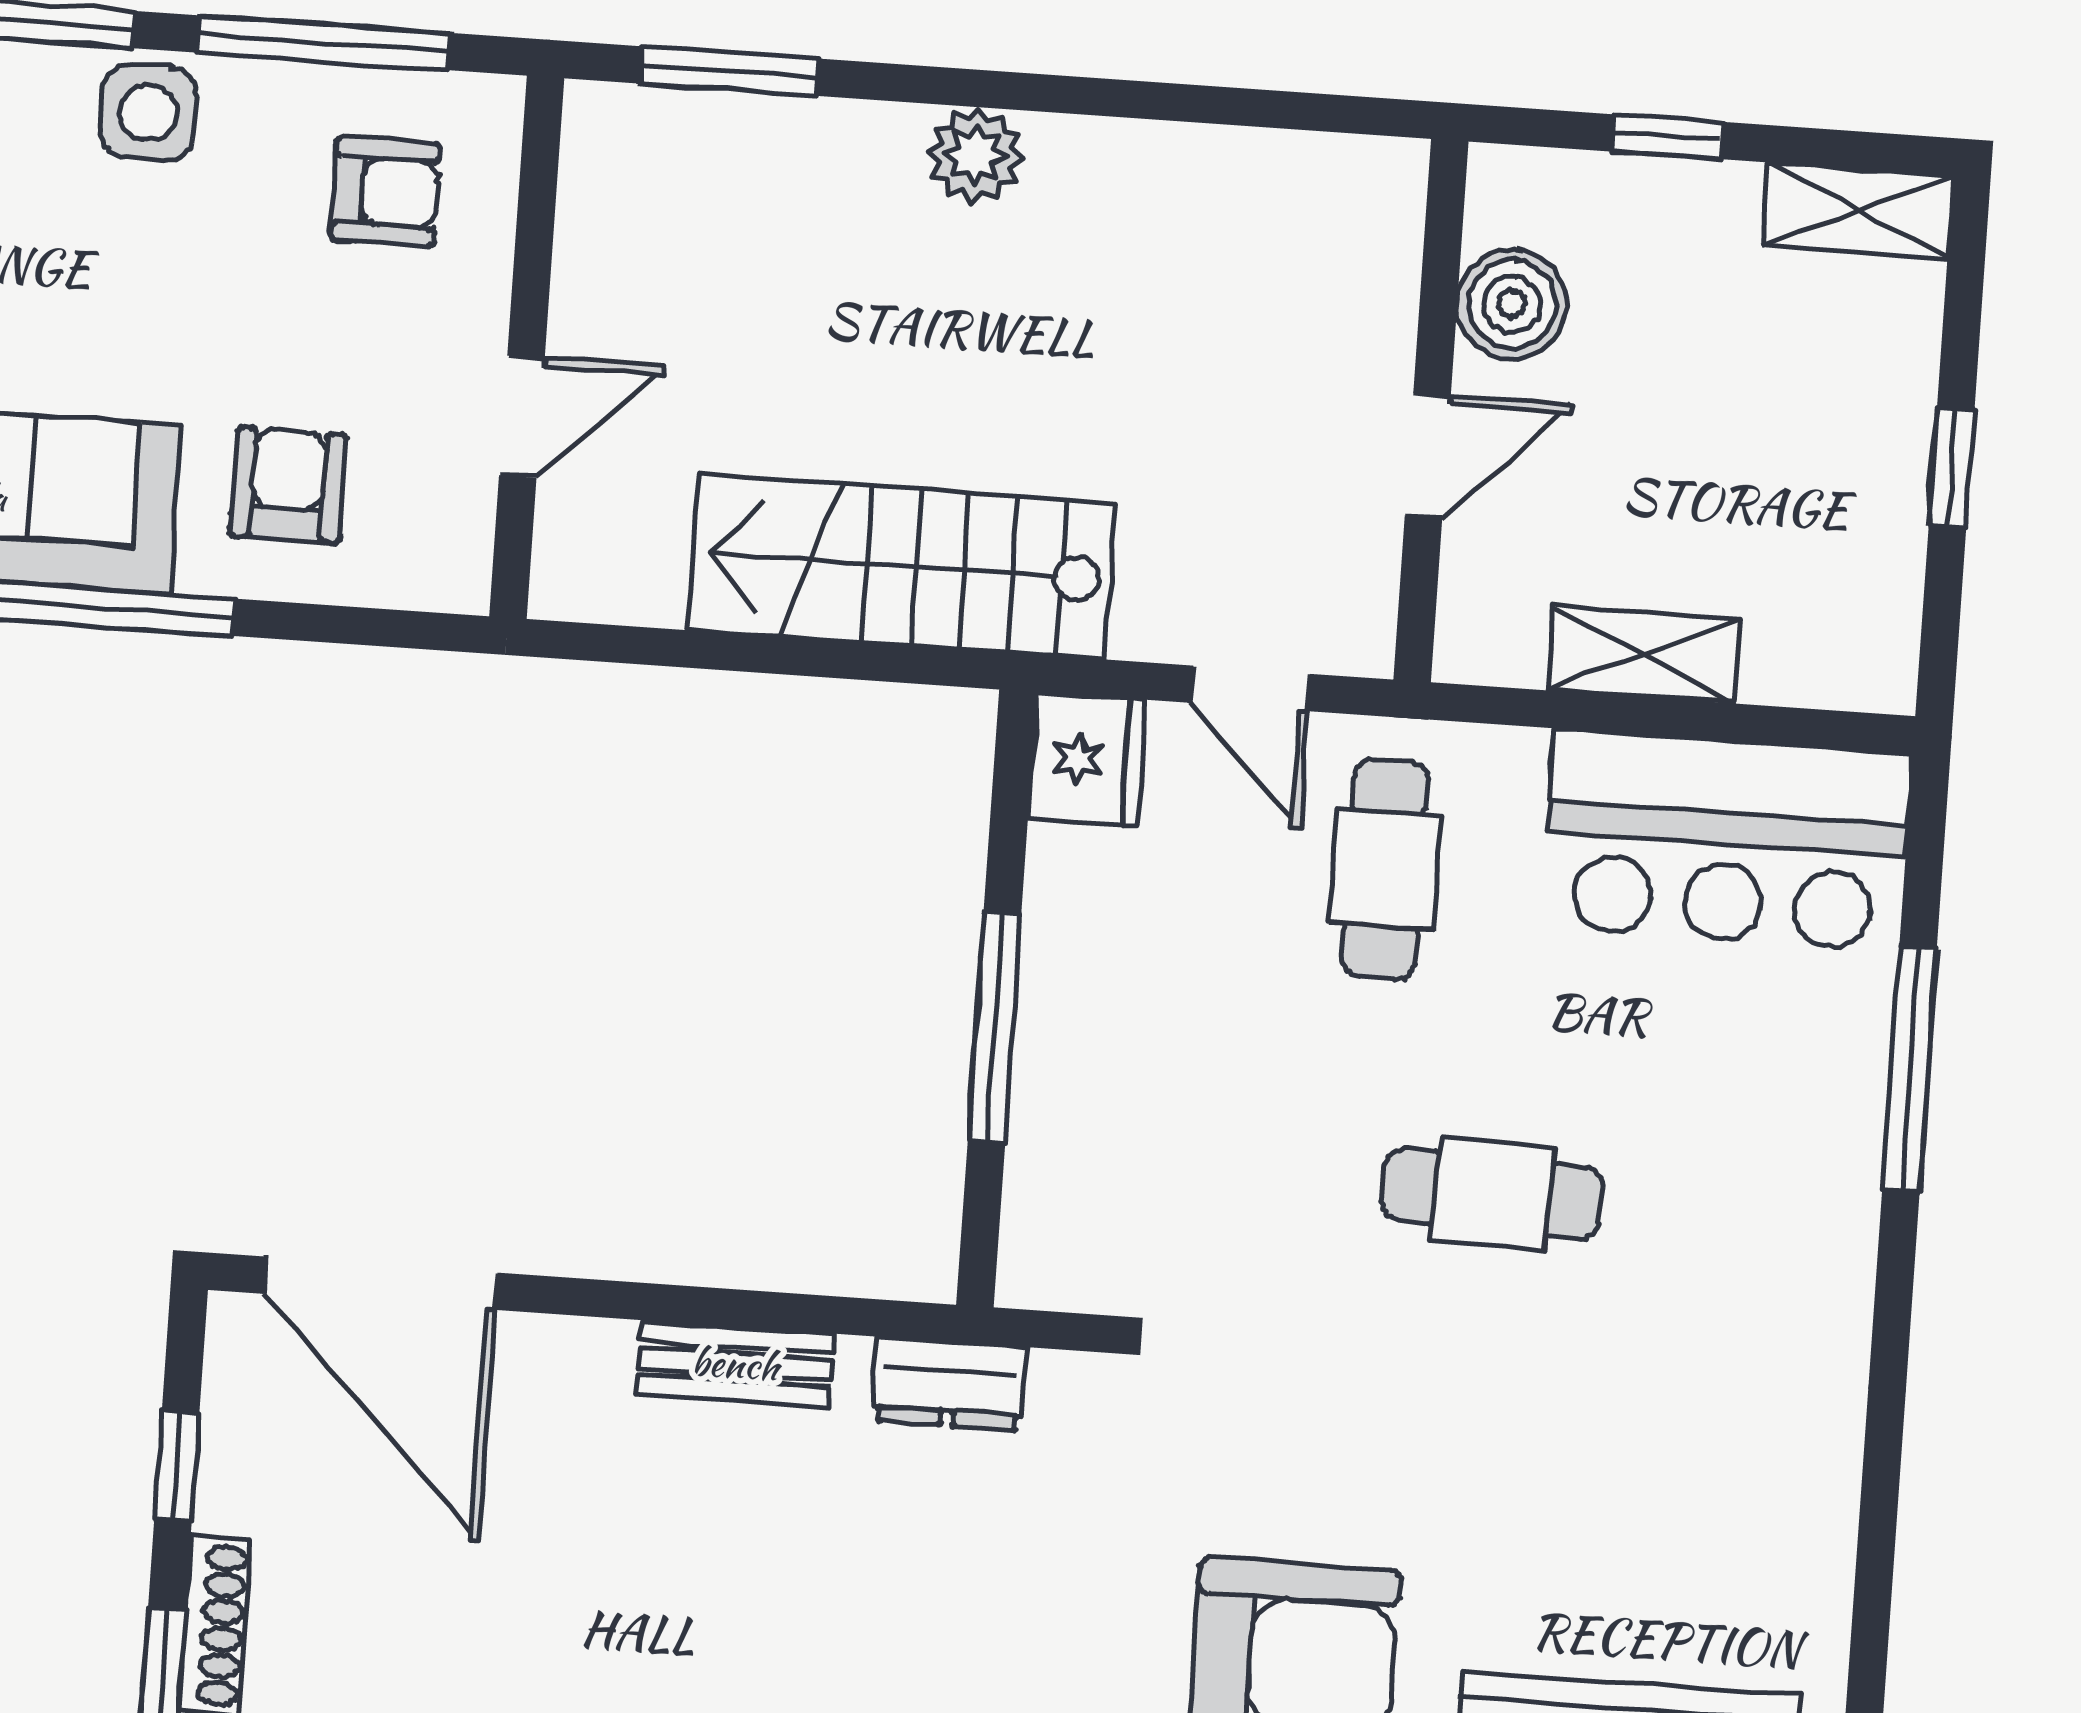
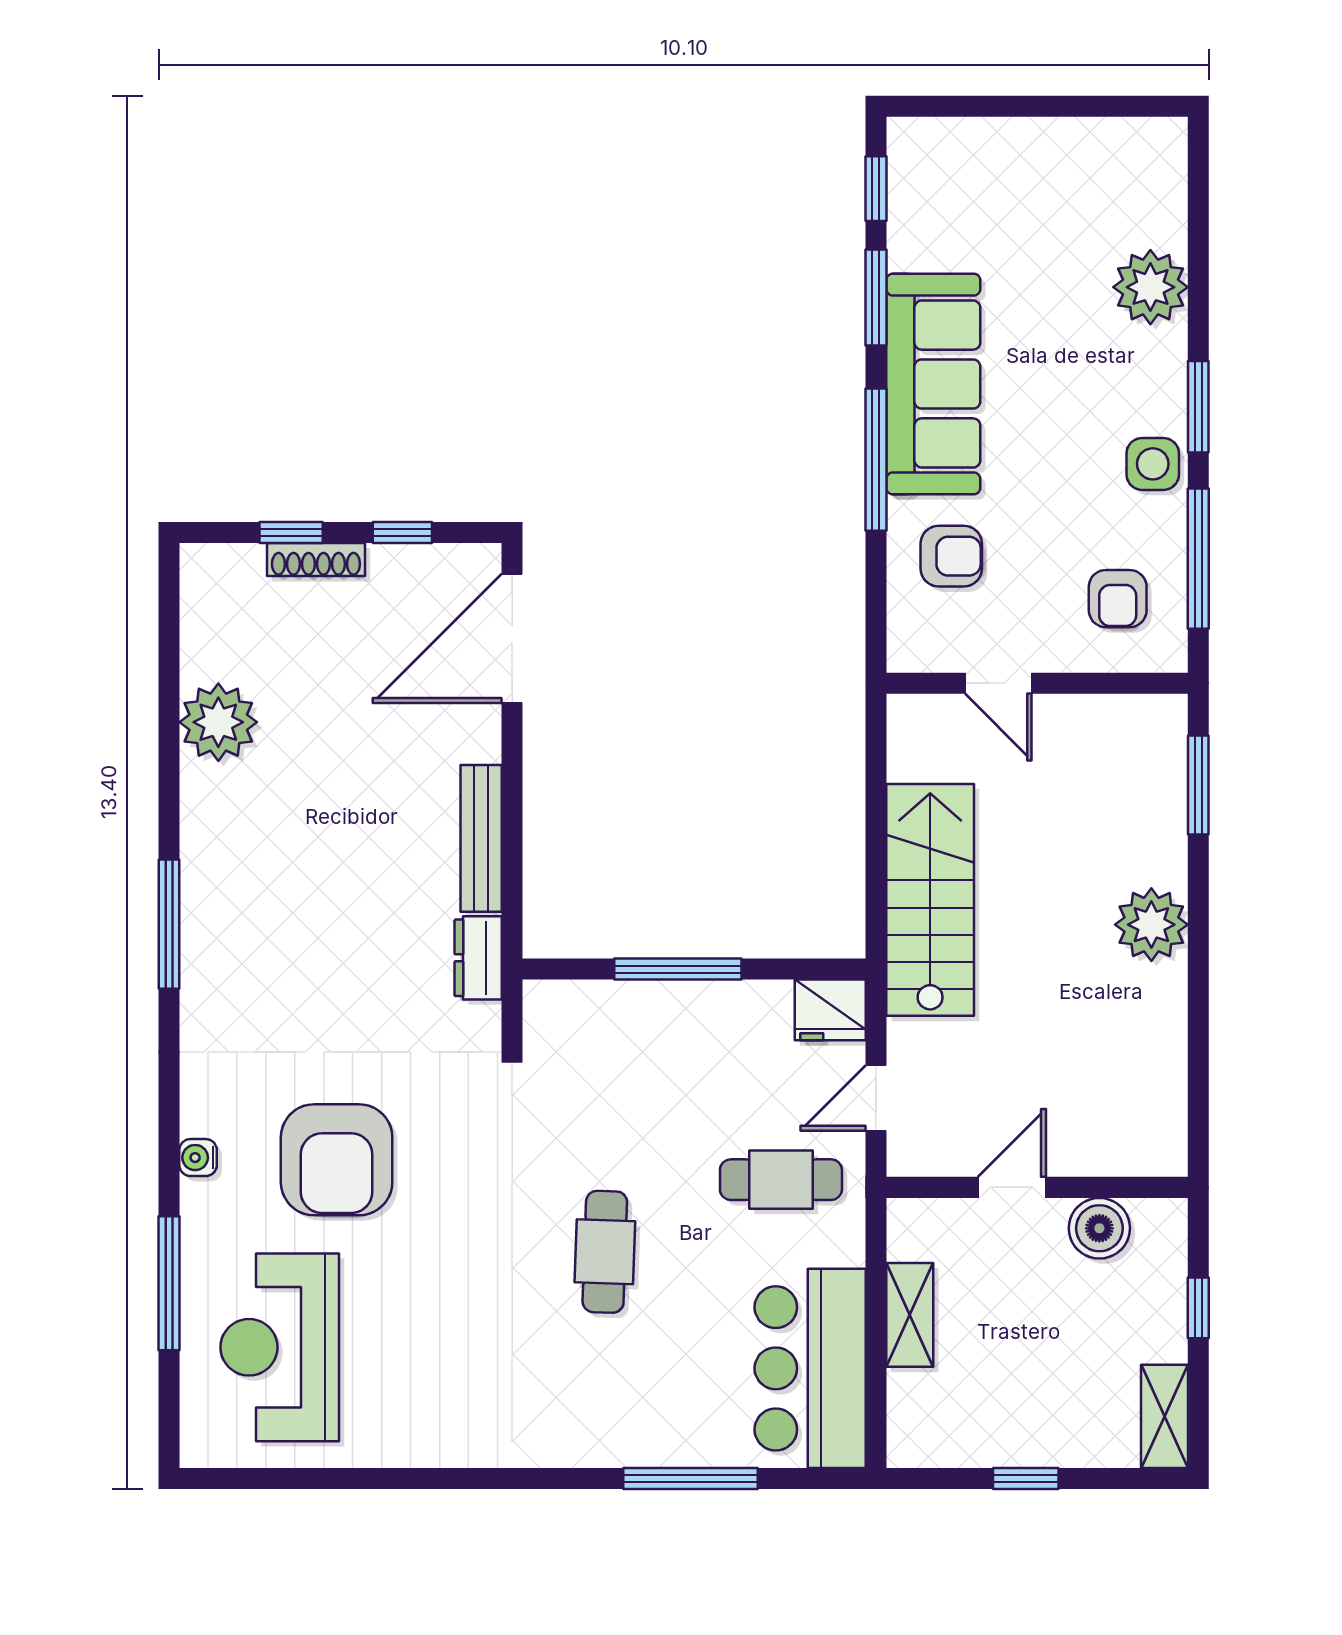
plant: (975, 155) -> (1151, 925), width x1.36, depth x1.36
door: (1428, 456) -> (1012, 1187), swing flipped
bench: (735, 1364) -> (481, 838), width x1.36

